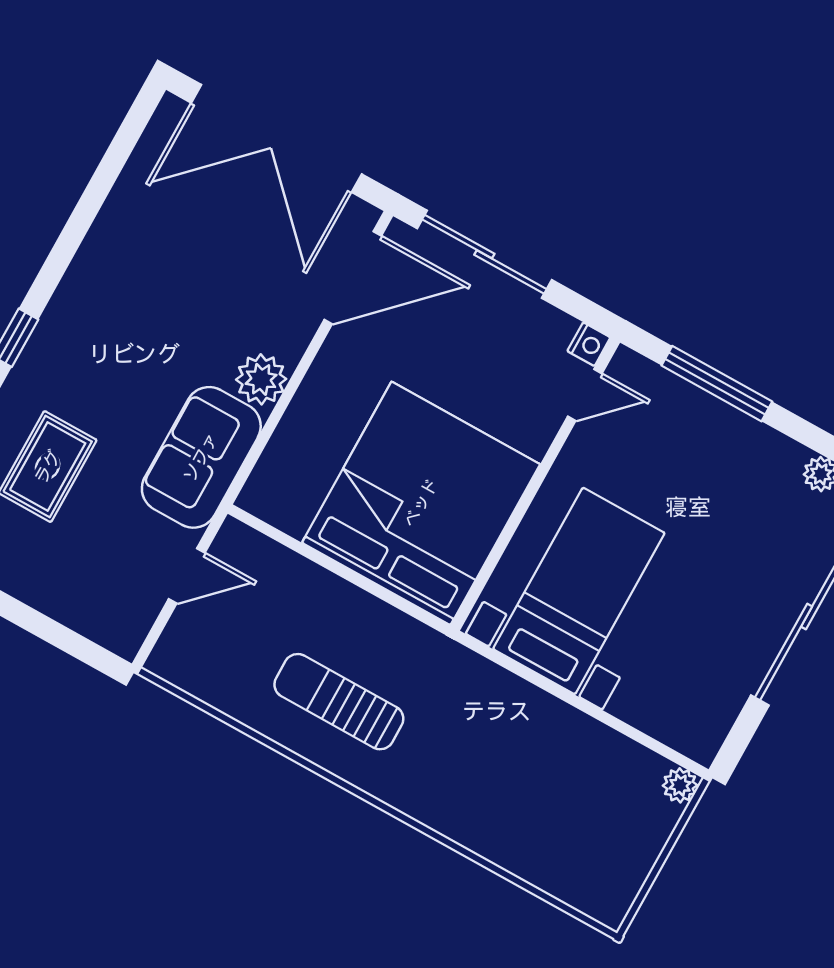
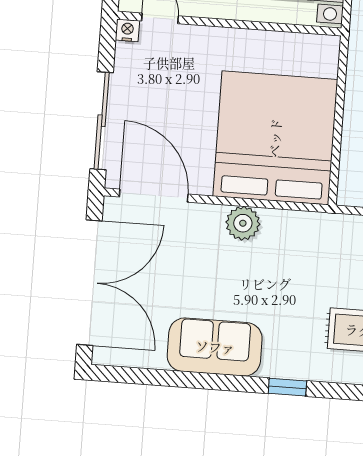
sofa: (201, 457) -> (215, 347), moved, turned 180
bed: (421, 503) -> (275, 138), moved, turned 90

